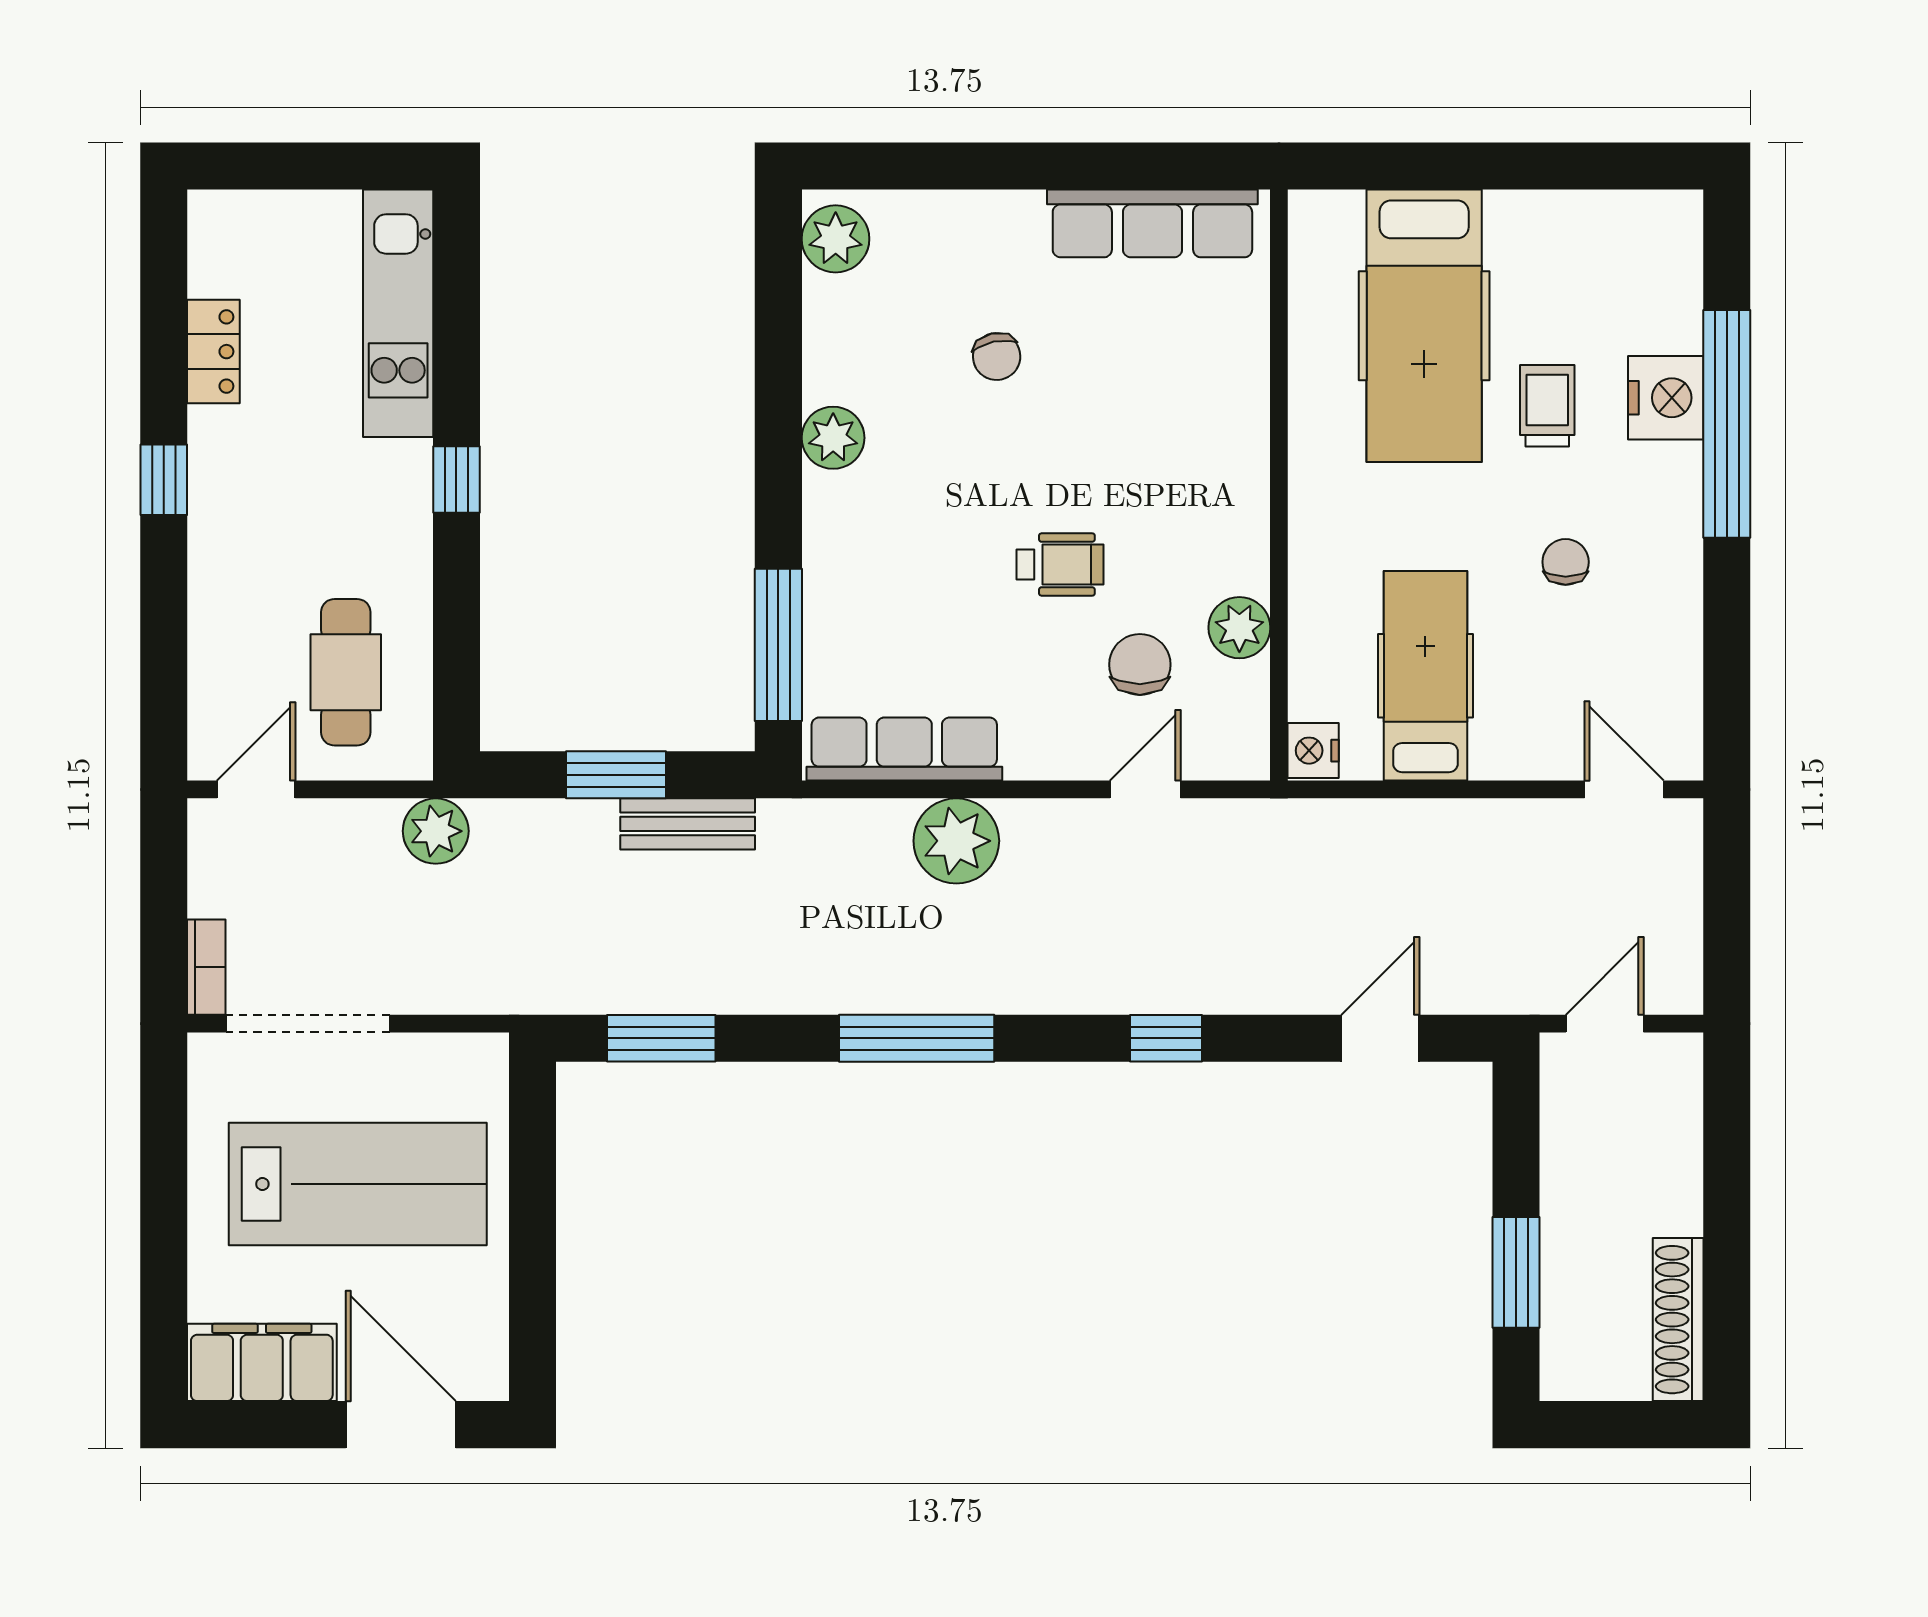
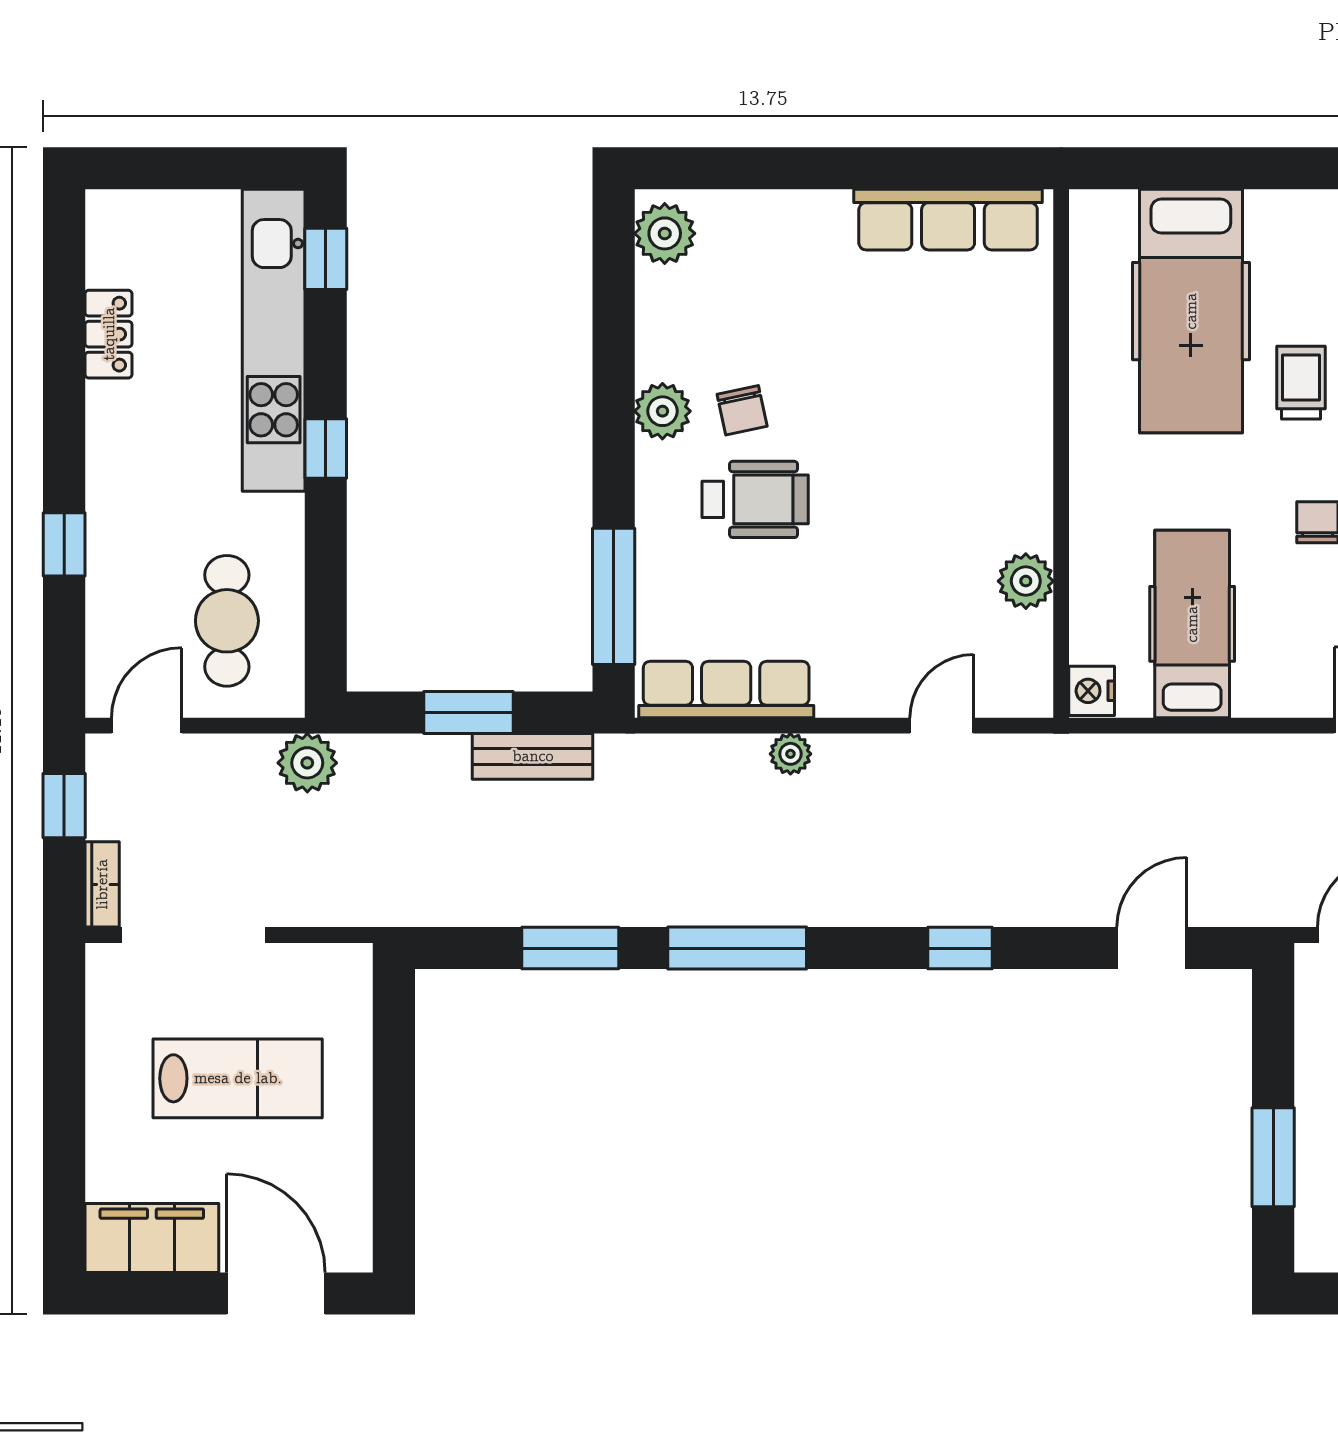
window: (456, 267) -> (326, 259), added
kitchen unit: (398, 313) -> (274, 340), width x1.36
chair: (997, 356) -> (742, 410), moved
window: (164, 480) -> (64, 544), moved
wheelchair: (1060, 564) -> (755, 499), moved, width x1.36, depth x1.37
chair: (1140, 665) -> (937, 614), removed
plant: (956, 841) -> (790, 754), width x0.53, depth x0.53
window: (164, 879) -> (64, 806), added
window: (661, 1038) -> (570, 948), moved
lab bench: (358, 1184) -> (238, 1078), width x0.73, depth x0.72

